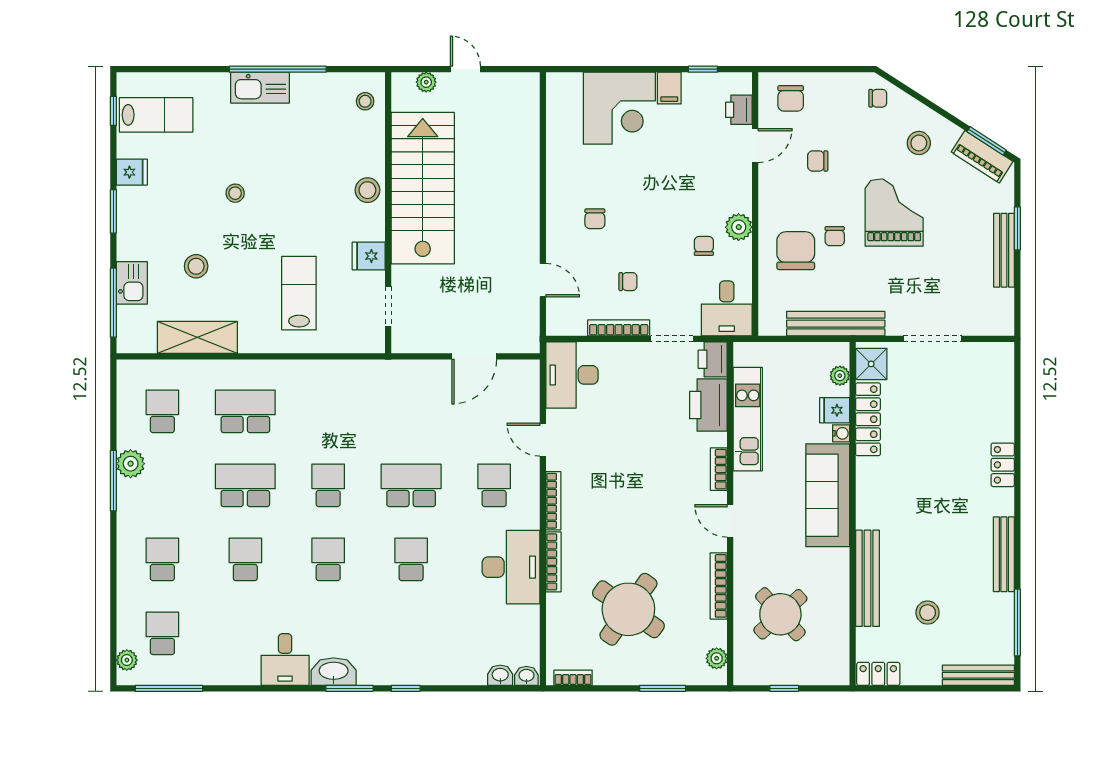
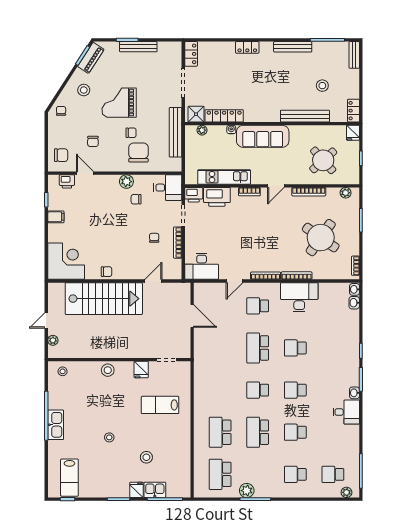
corner desk: (619, 108) -> (66, 261), moved
lab bench: (156, 115) -> (69, 478), turned 180
fridge: (132, 172) -> (136, 490), moved
stairs: (423, 188) -> (104, 299), moved, turned 180
chair: (595, 219) -> (107, 272), moved
chair: (796, 251) -> (138, 153), turned 90
shelving: (197, 337) -> (182, 457), removed
locker: (990, 354) -> (191, 54), added
fridge: (835, 410) -> (353, 133), moved
school desk: (162, 411) -> (220, 474), width x1.85
washbasin: (334, 672) -> (354, 393), width x0.52, depth x0.69
bench: (978, 675) -> (354, 55), width x0.73

